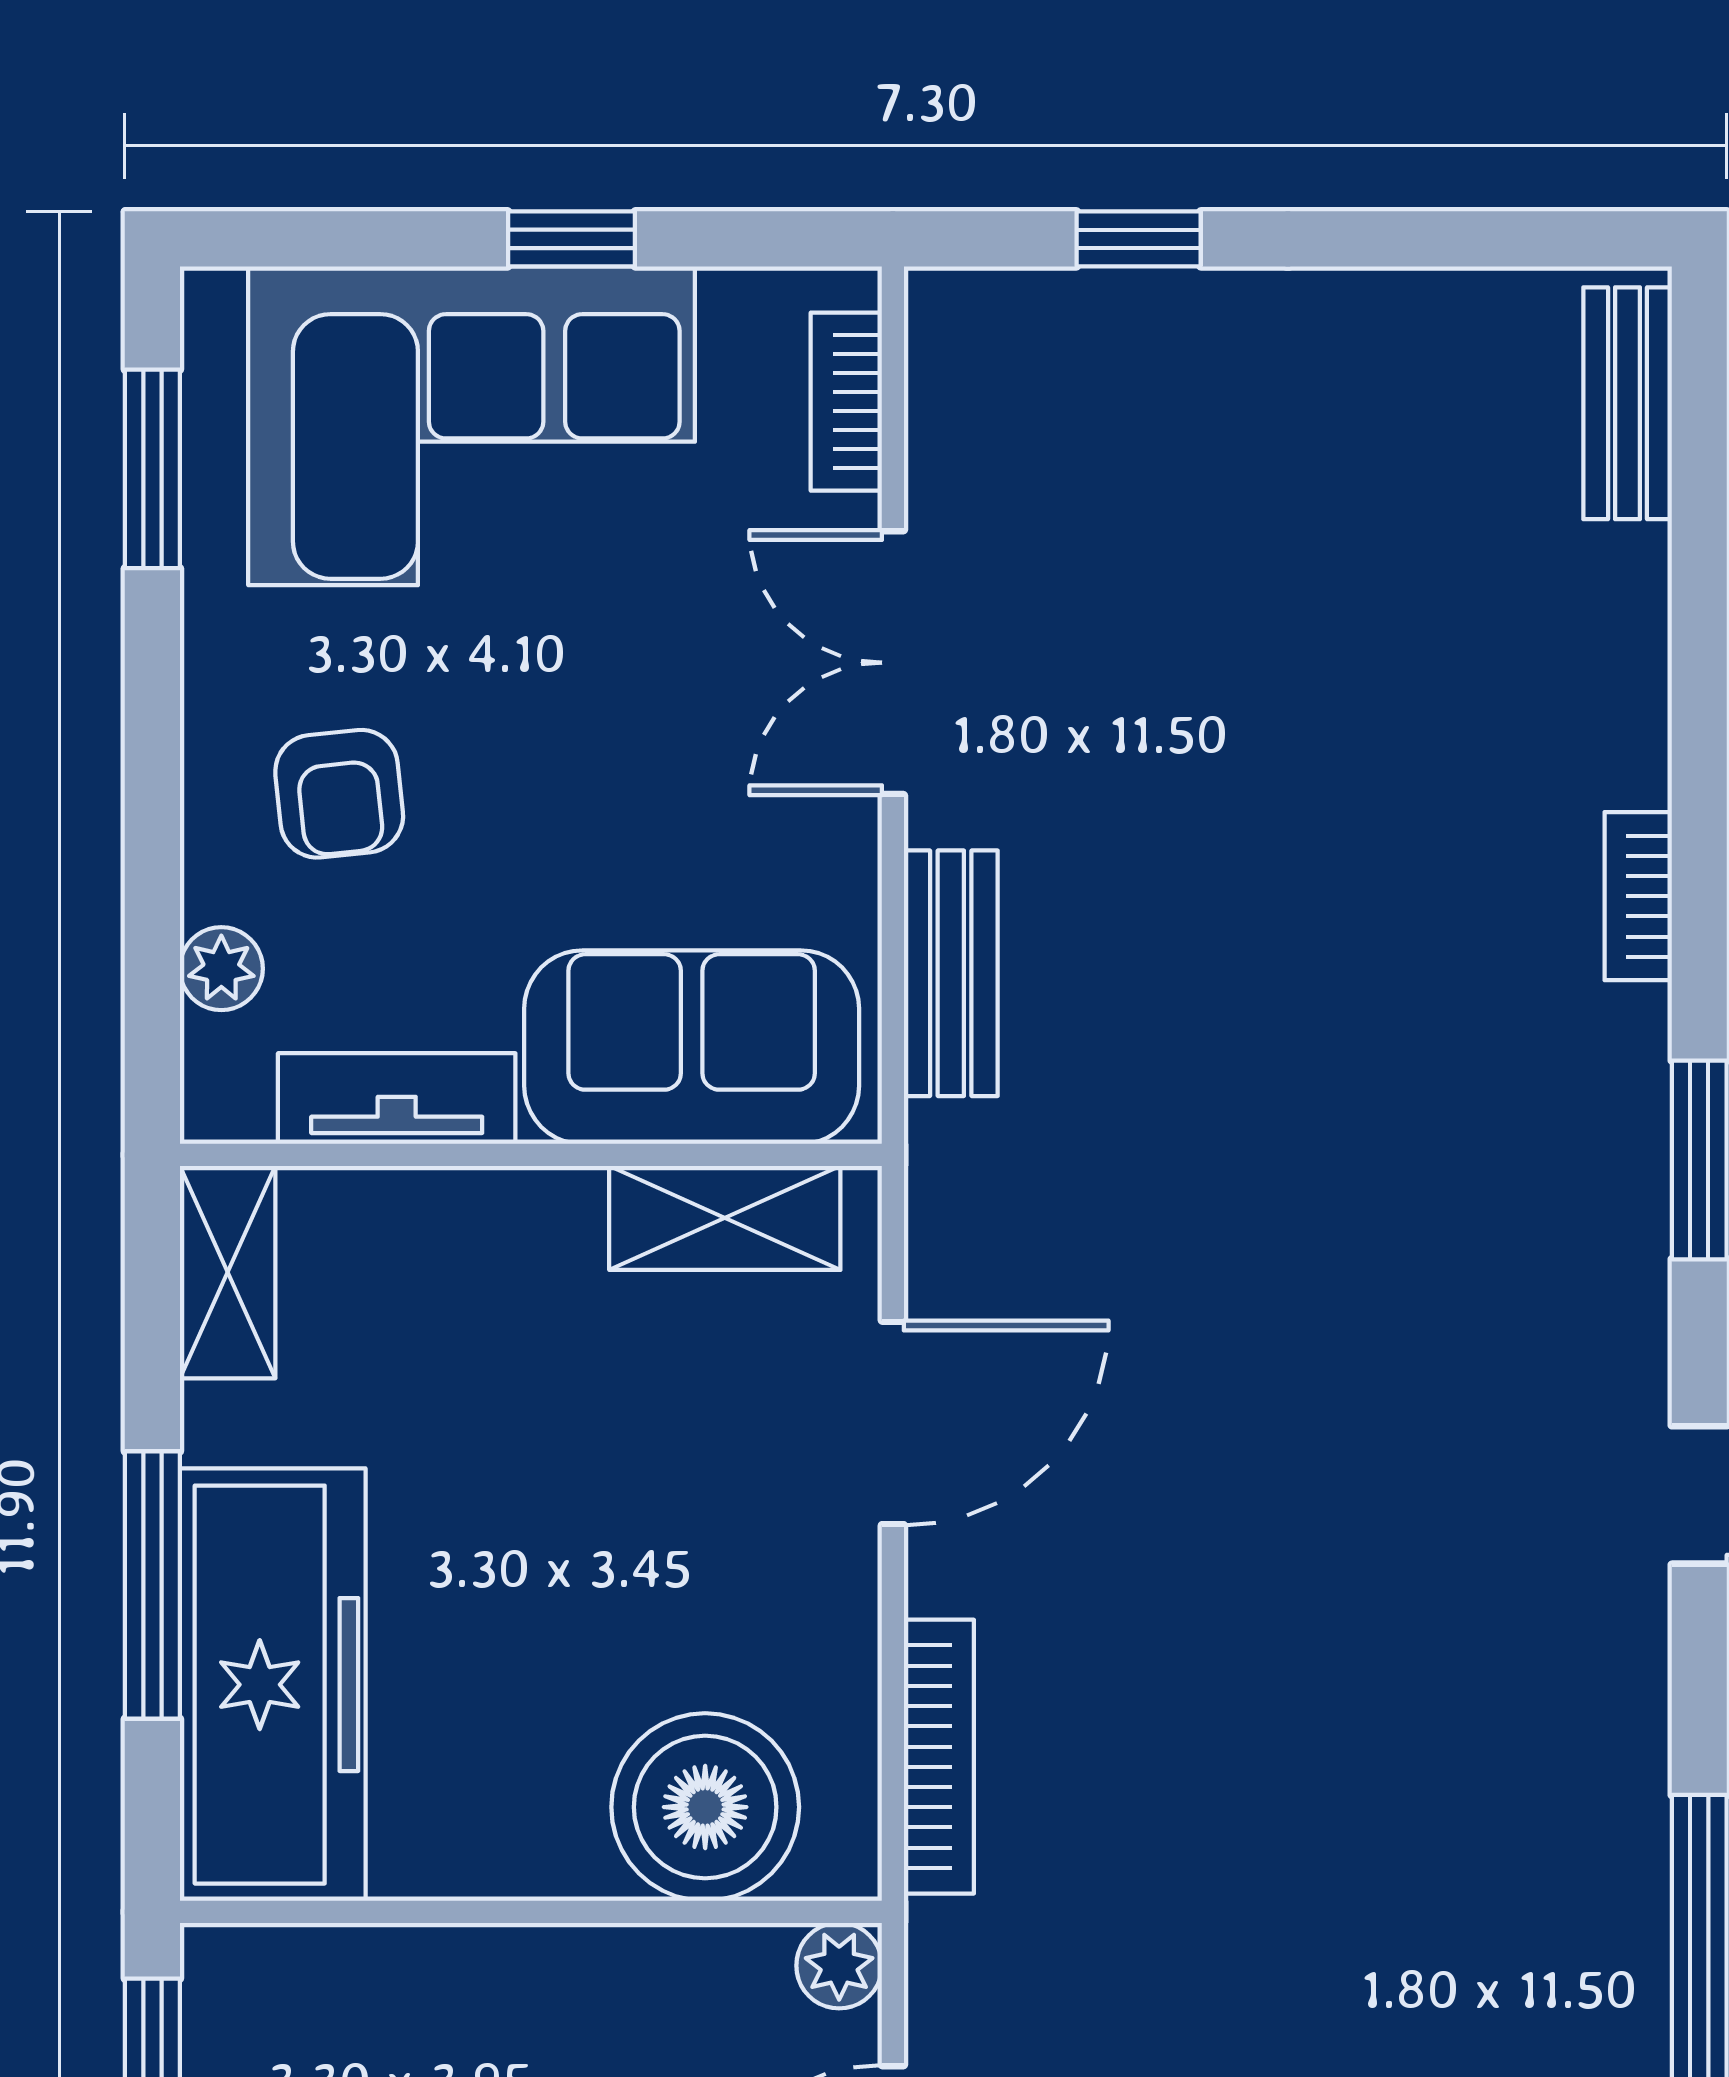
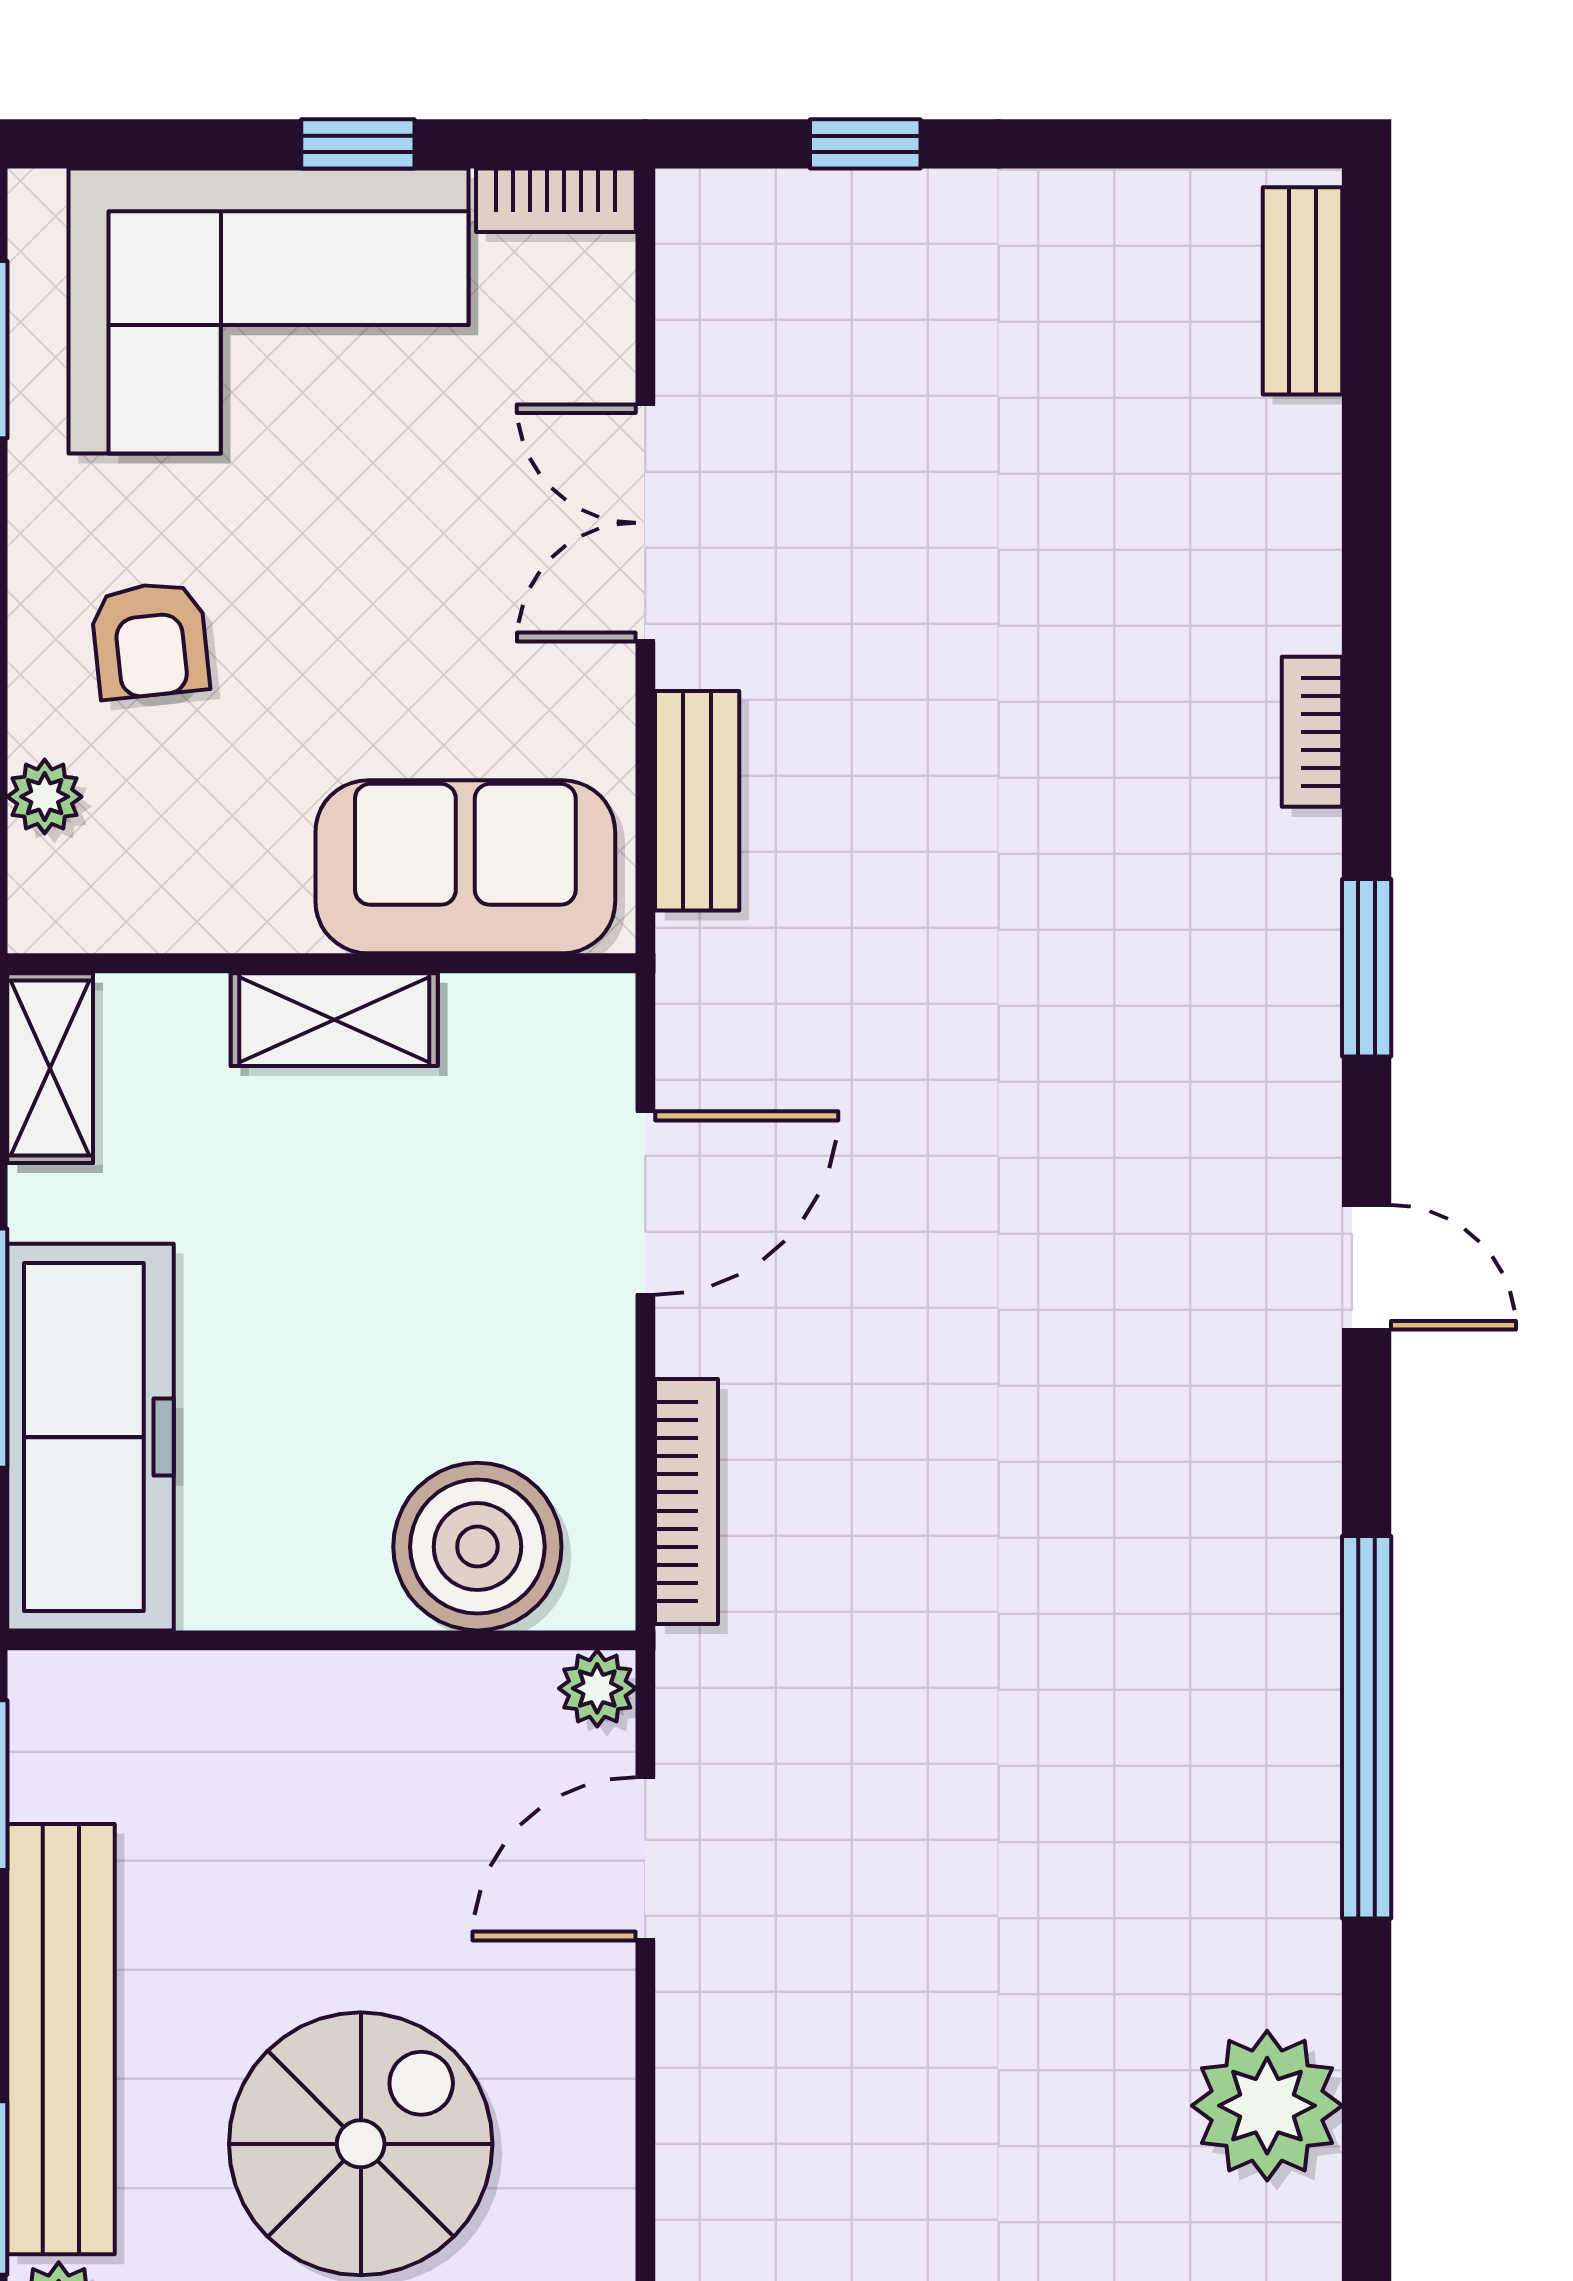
bookcase: (846, 402) -> (556, 200), moved, turned -90
tv unit: (397, 1099) -> (201, 913), removed
shelving: (725, 1218) -> (334, 1020), moved

